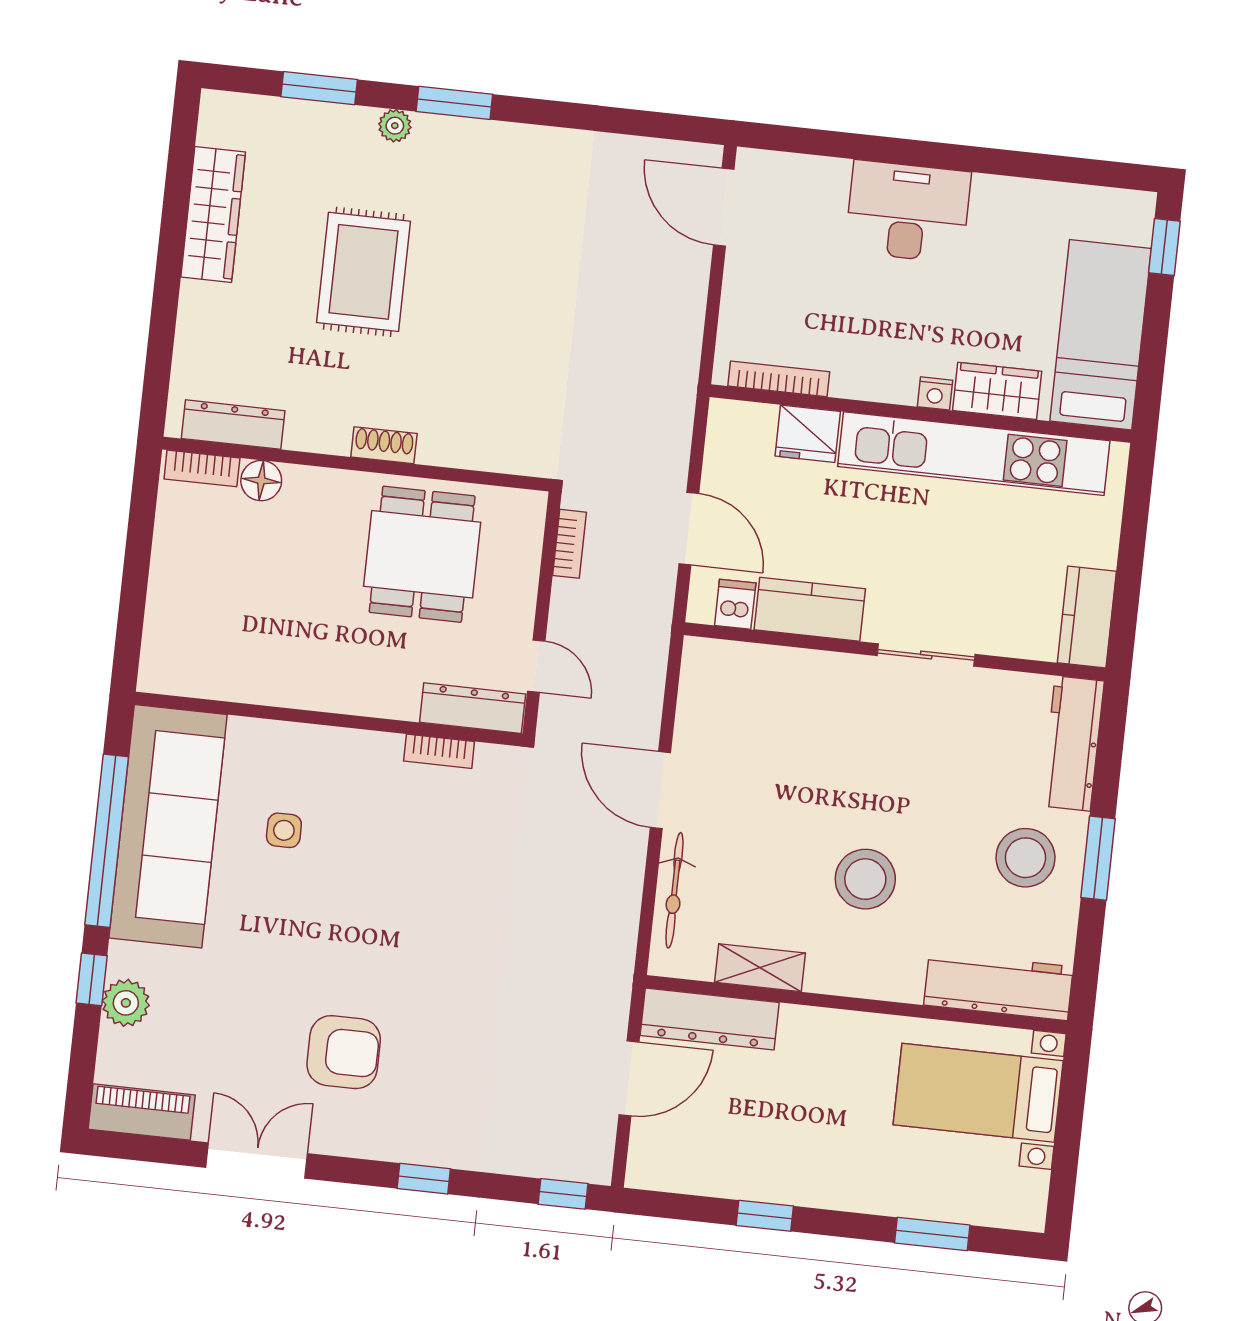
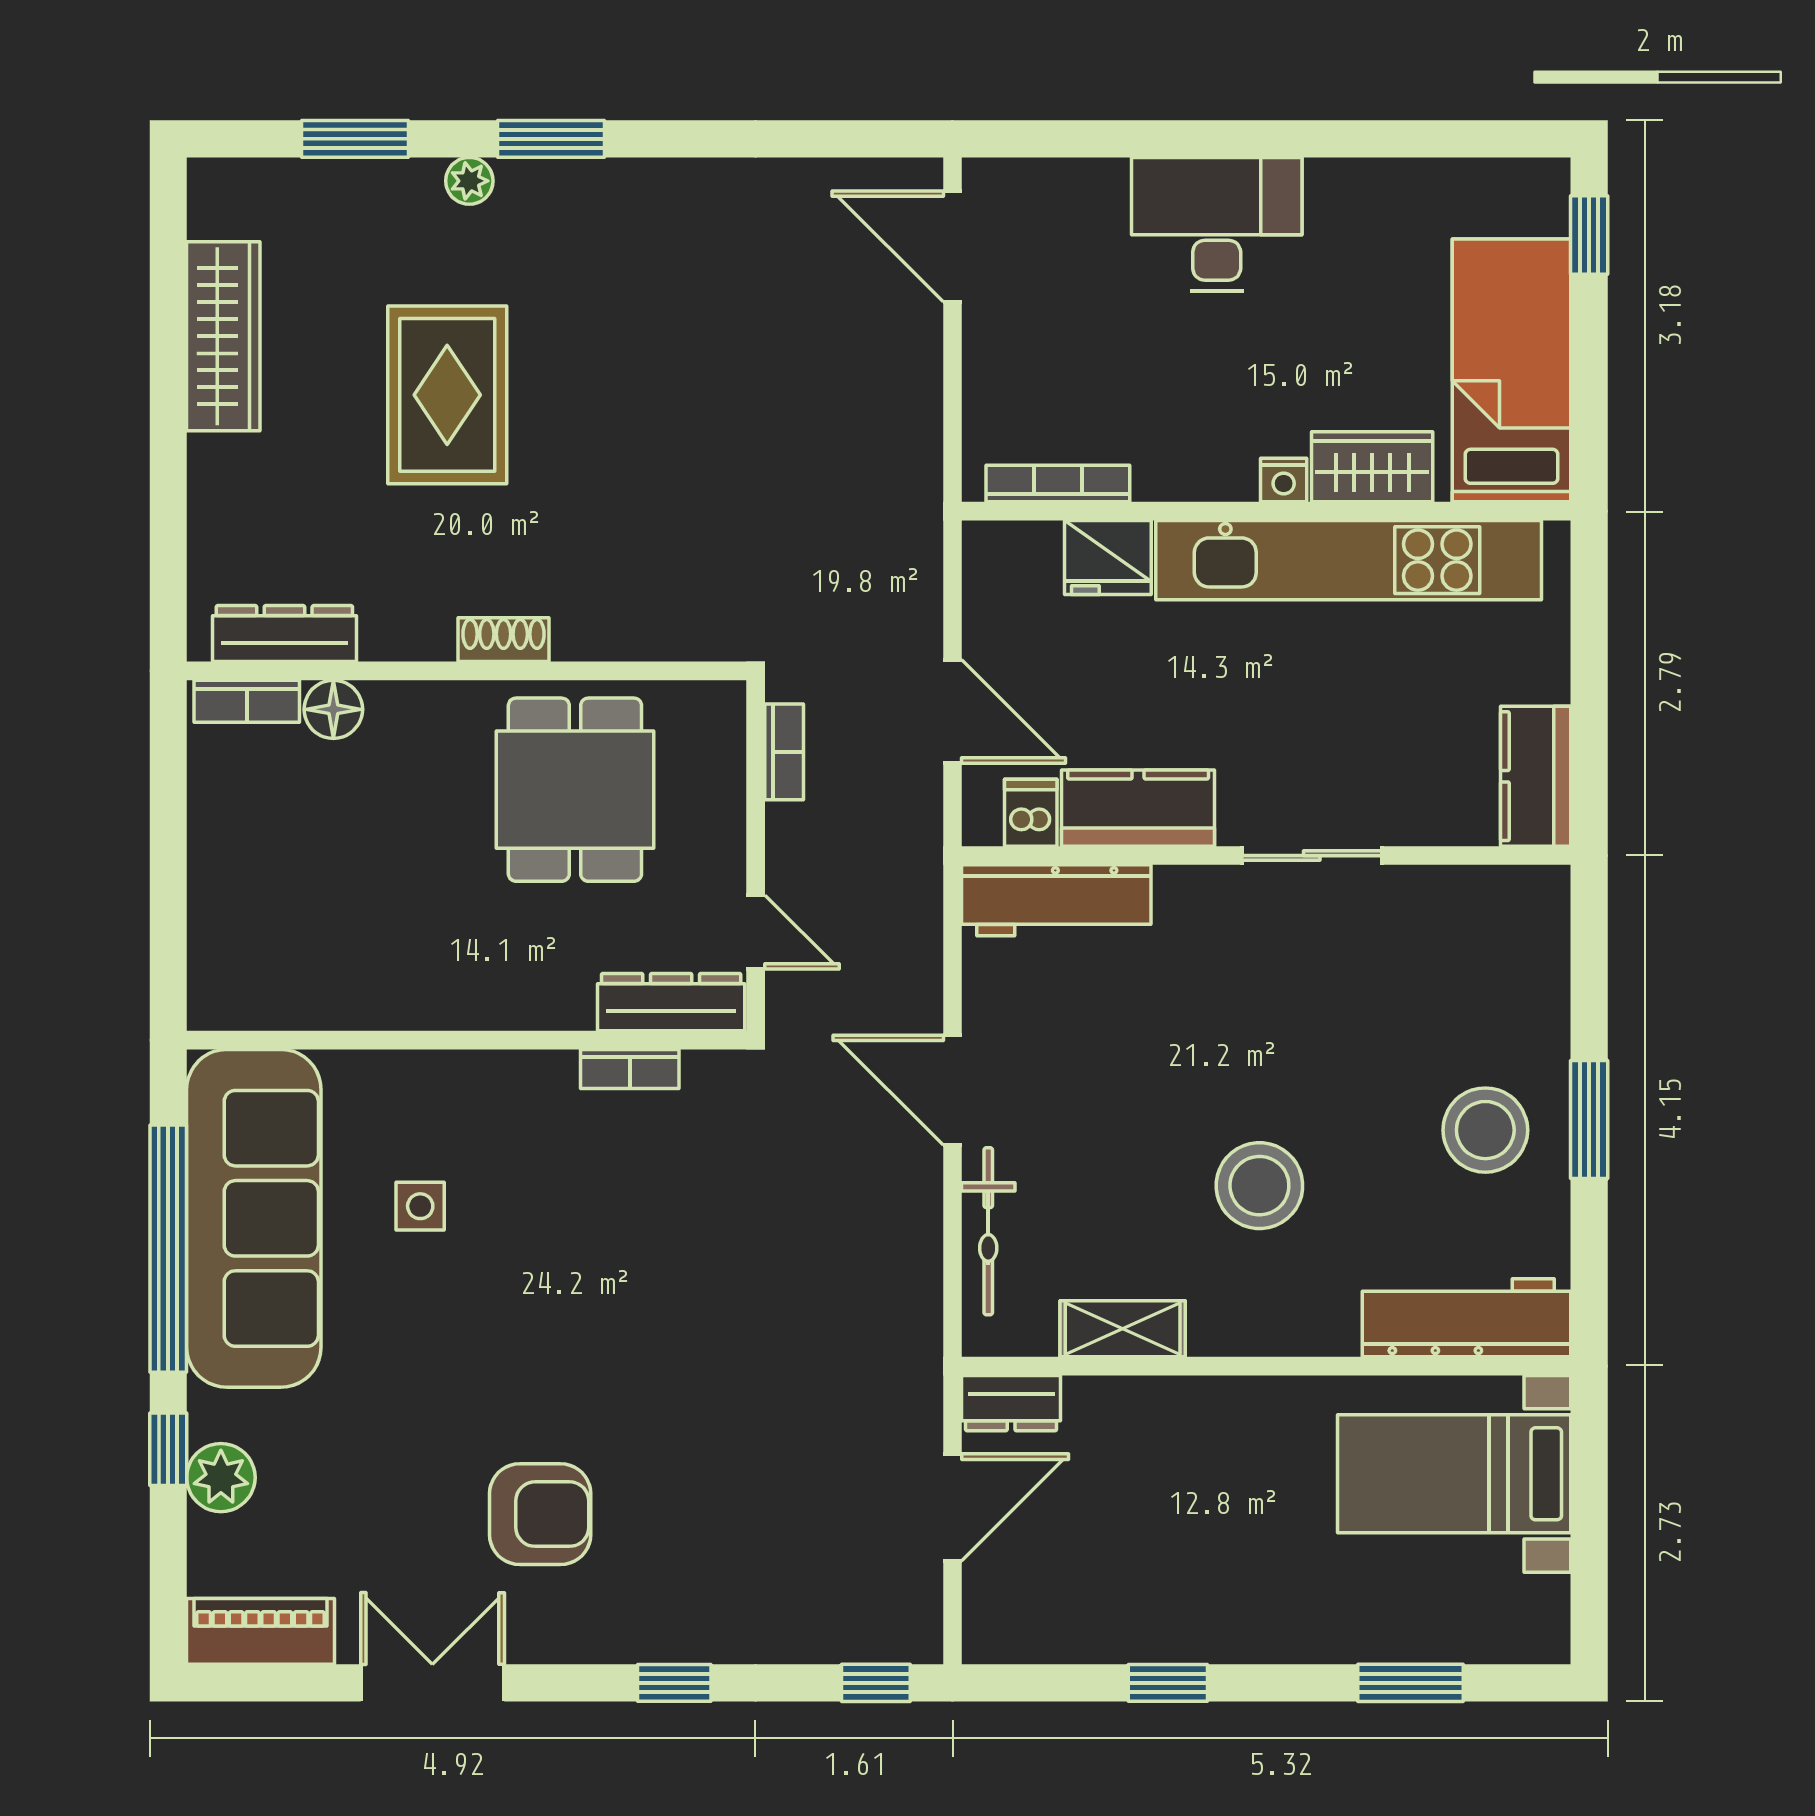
workbench: (1073, 743) -> (1056, 900), moved, turned -90
dresser: (710, 1019) -> (1011, 1403), width x0.51, depth x0.80

